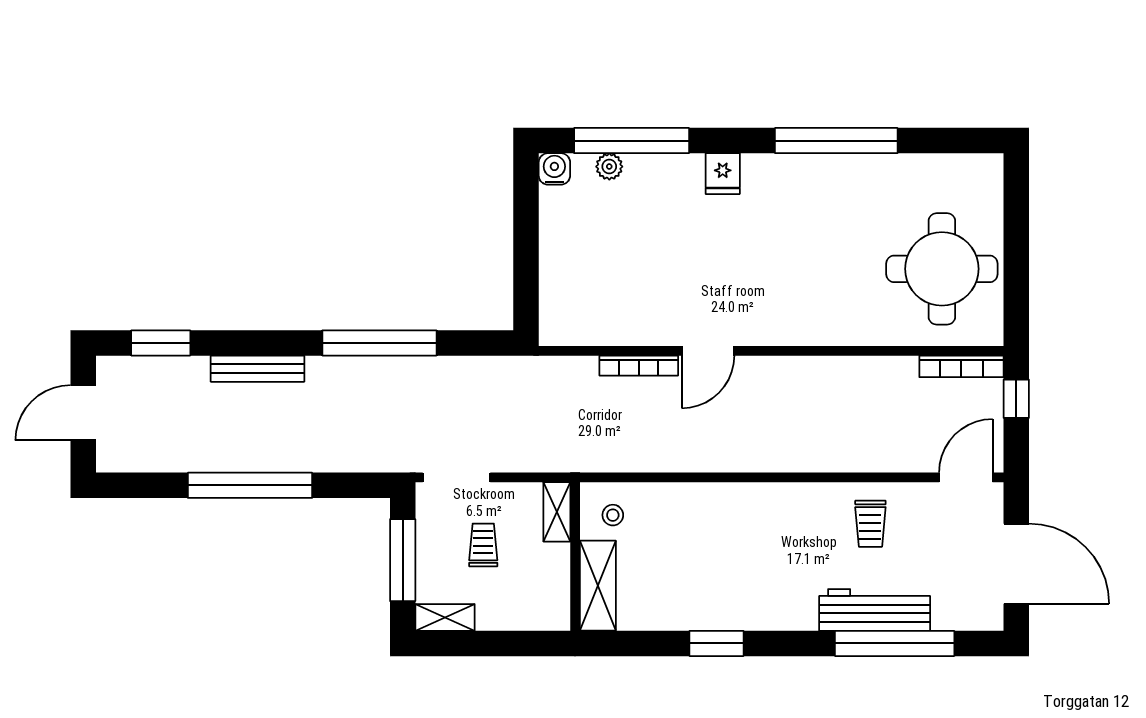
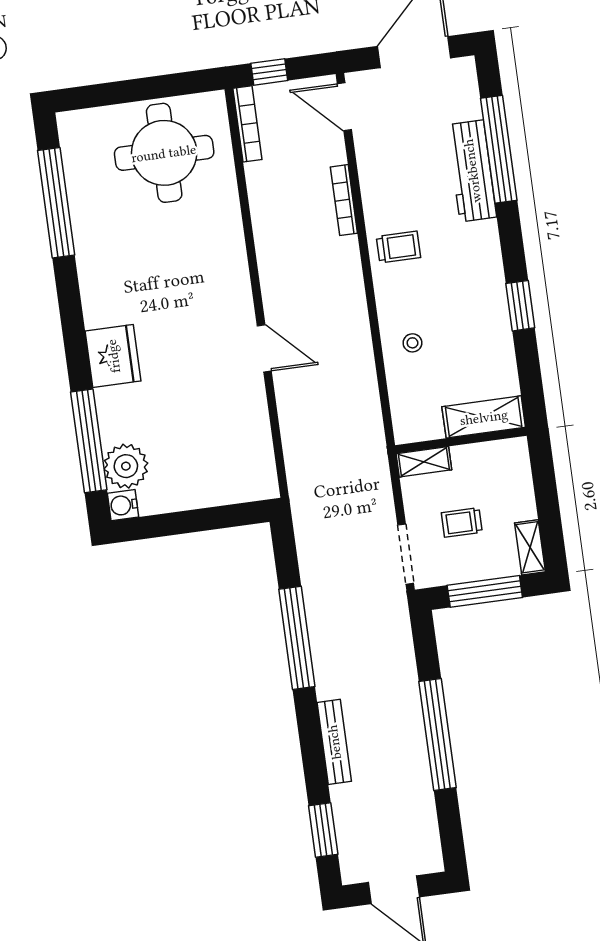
window: (836, 141) -> (56, 203), moved
plant: (609, 167) -> (126, 466), width x1.87, depth x1.87
fridge: (723, 174) -> (113, 356), width x1.88, depth x1.34
bookcase: (639, 366) -> (344, 200), moved, turned 180
stool: (613, 515) -> (412, 343), moved
trolley: (870, 524) -> (398, 247), moved

